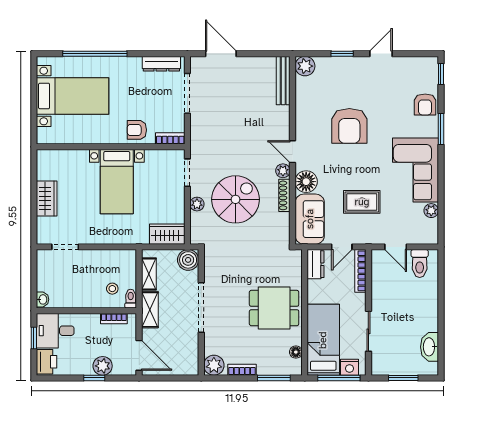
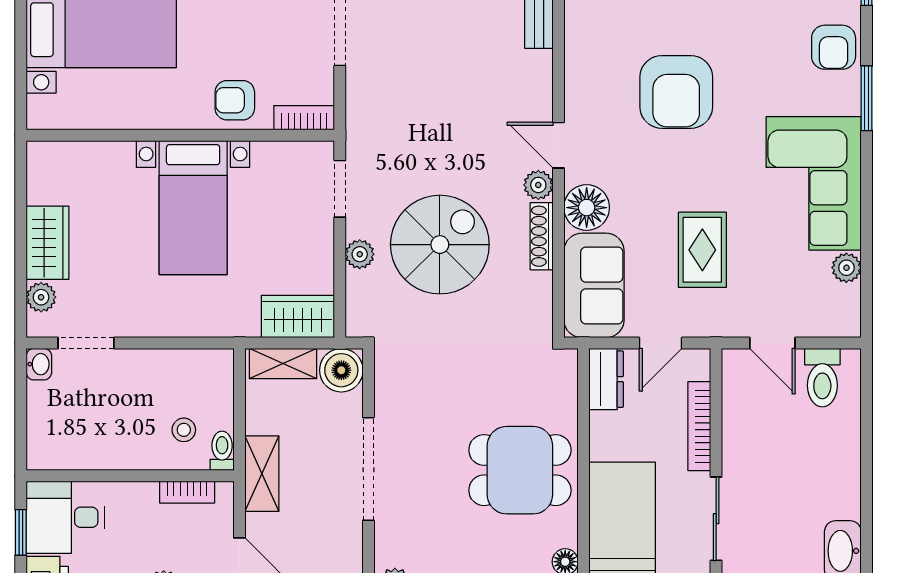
rug: (362, 202) -> (702, 250), turned 90
plant: (44, 225) -> (41, 297), added
bookcase: (360, 271) -> (699, 426), moved
shelving: (149, 274) -> (283, 364), moved, turned 90
washbasin: (43, 299) -> (39, 364), moved

